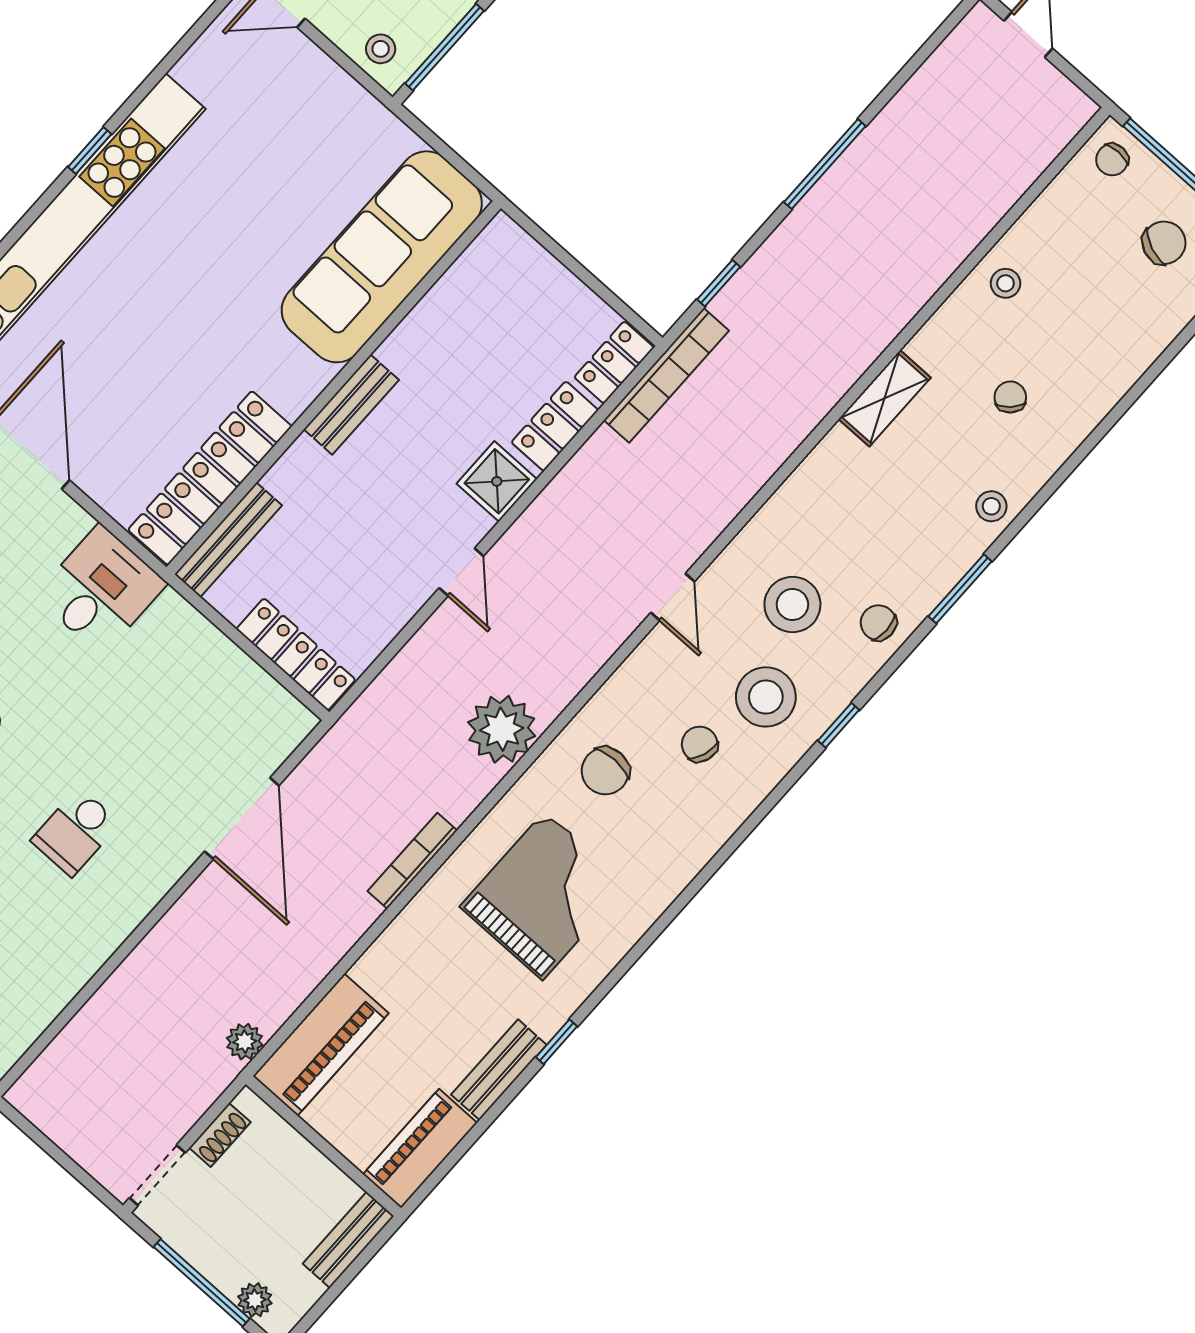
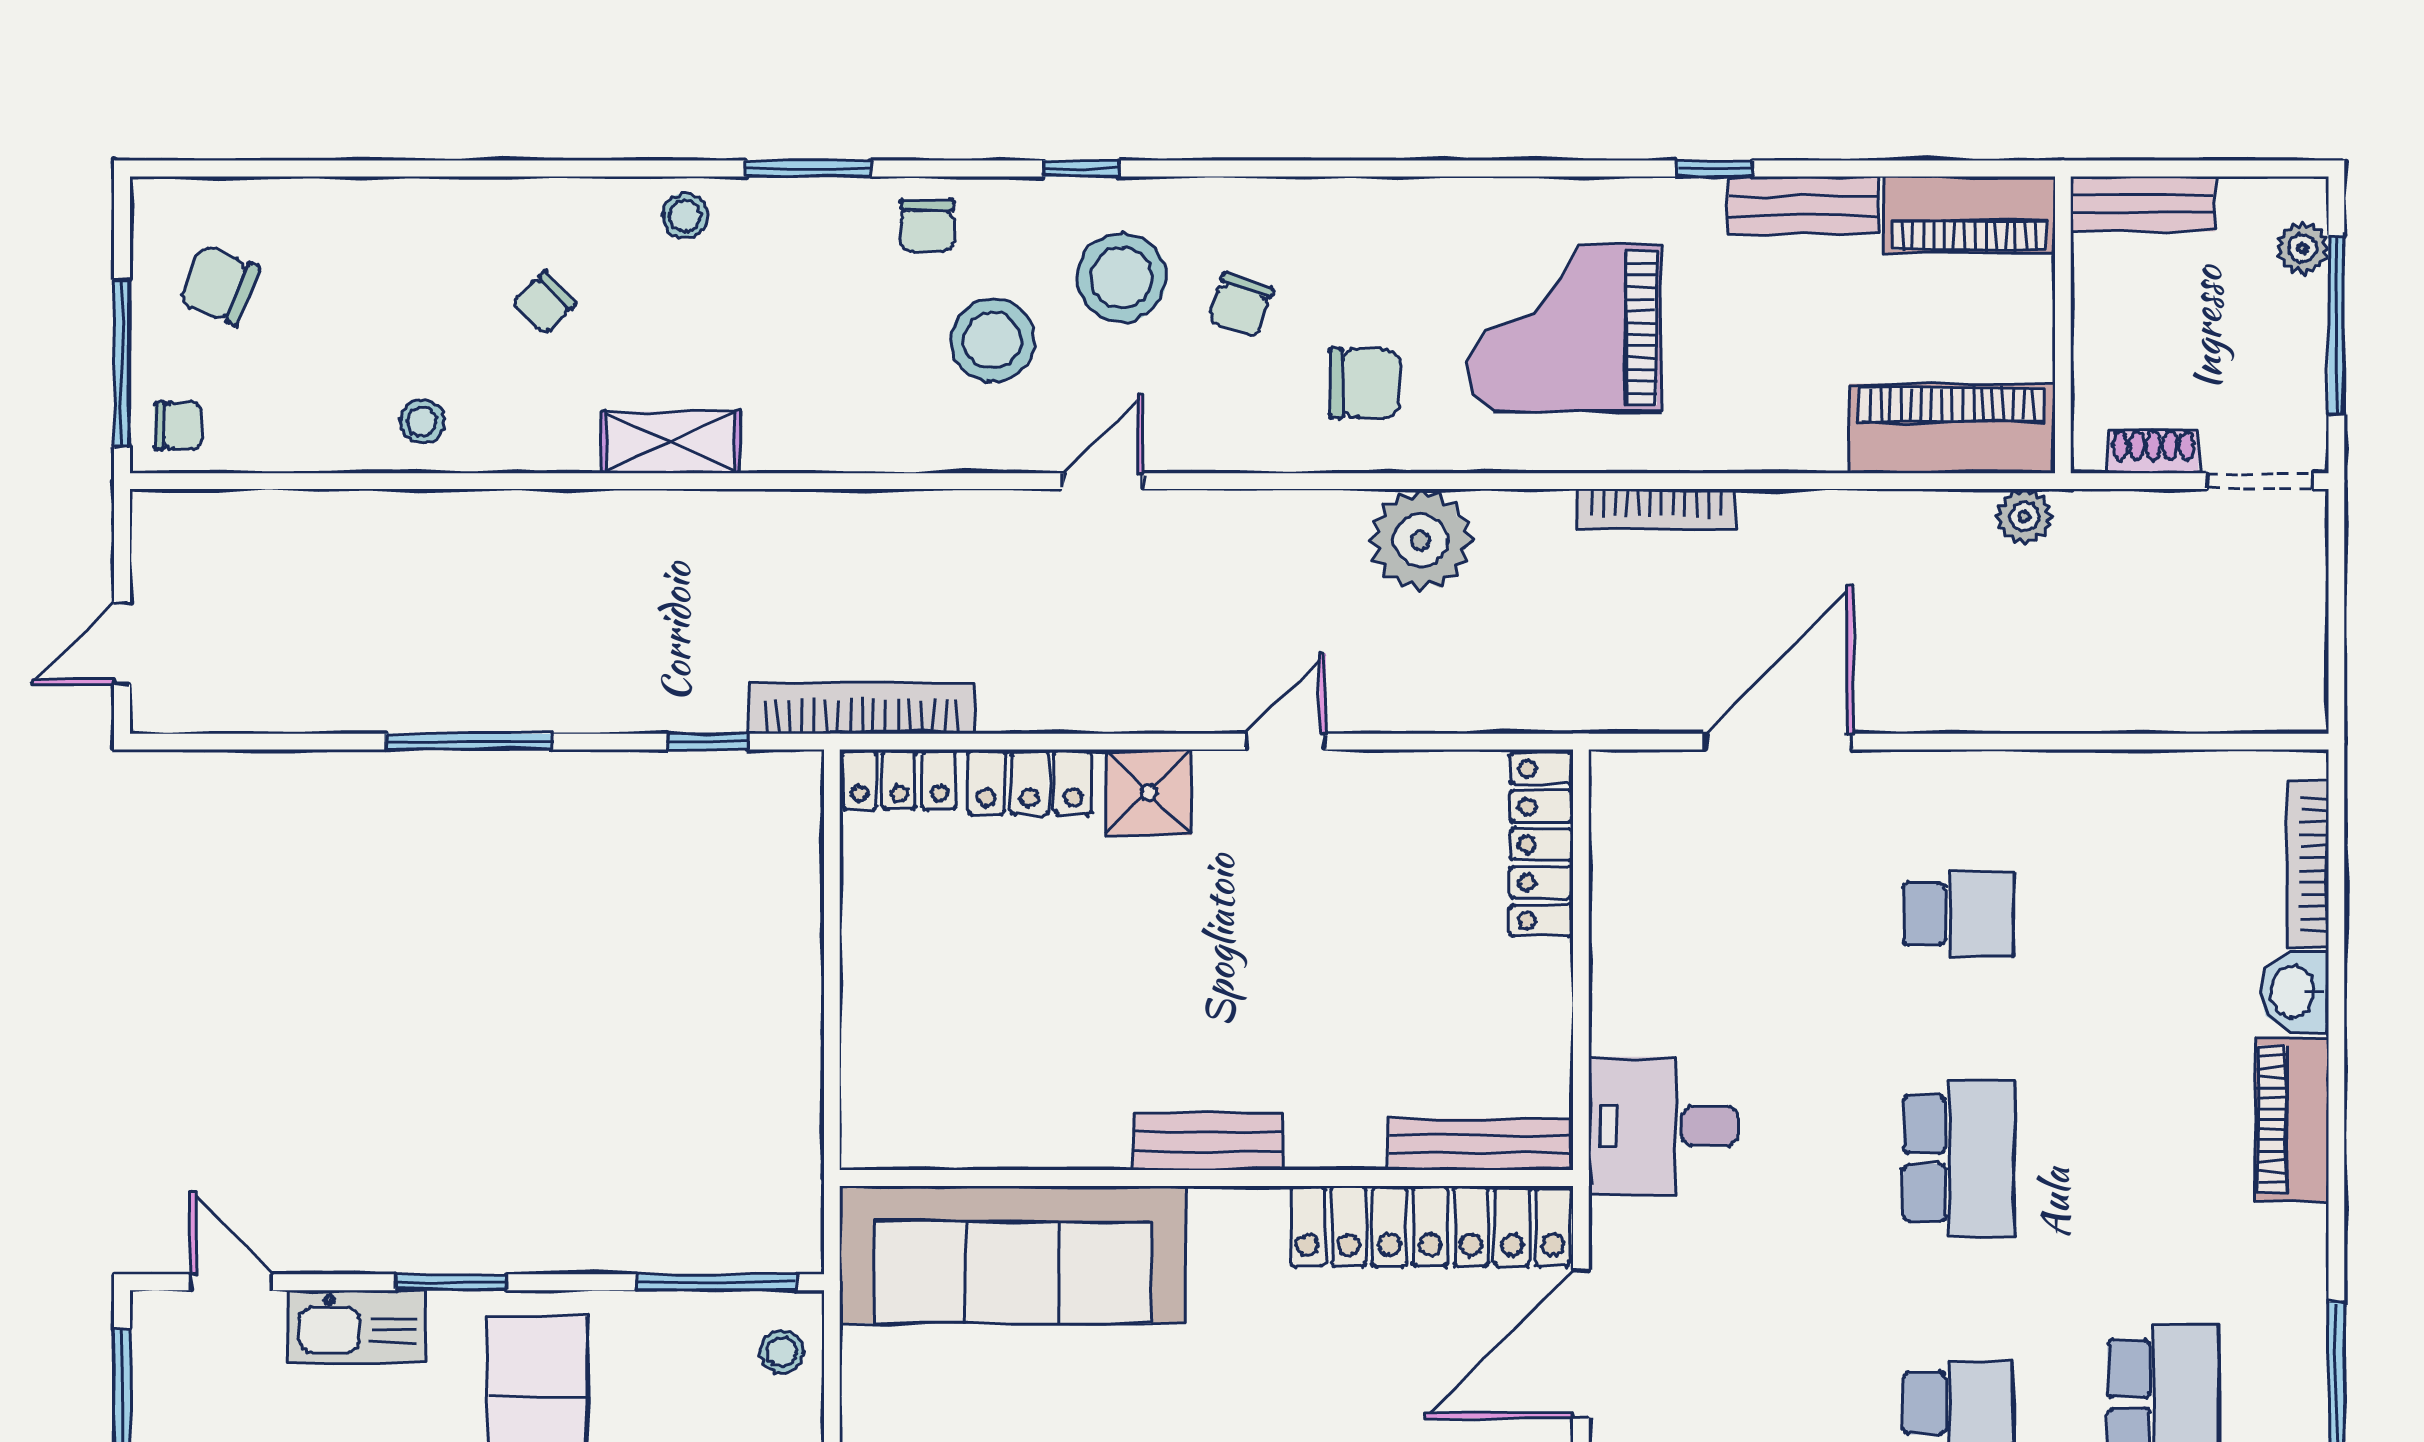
sofa: (382, 257) -> (1013, 1255), moved
wall: (334, 388) -> (1206, 1178), moved
bench: (351, 405) -> (1208, 1142), moved
locker: (210, 478) -> (1430, 1226), moved
bench: (228, 540) -> (1481, 1144), moved

